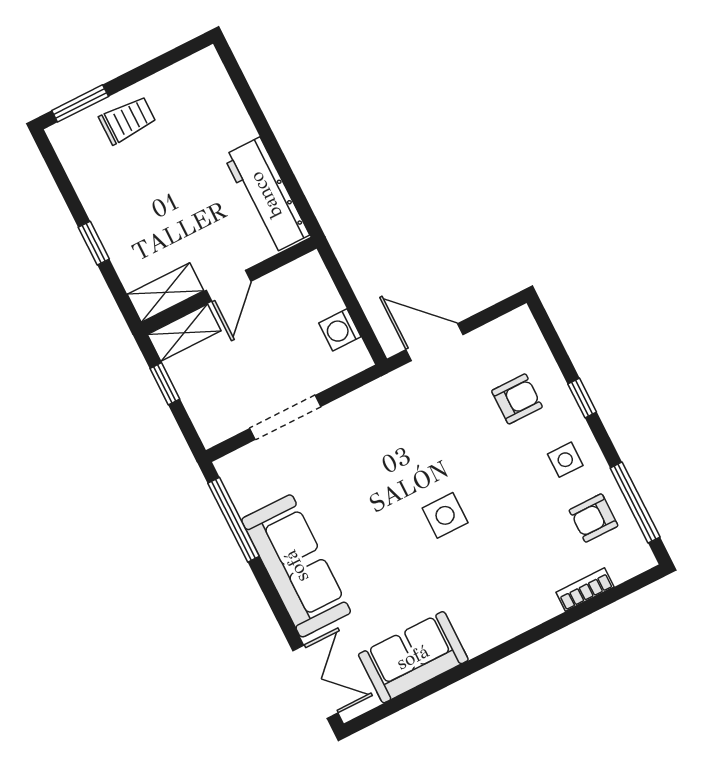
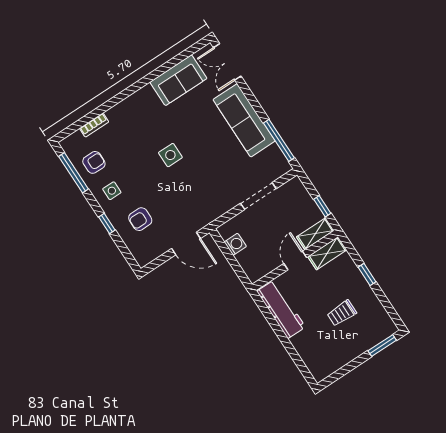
trolley: (127, 120) -> (342, 313), moved

